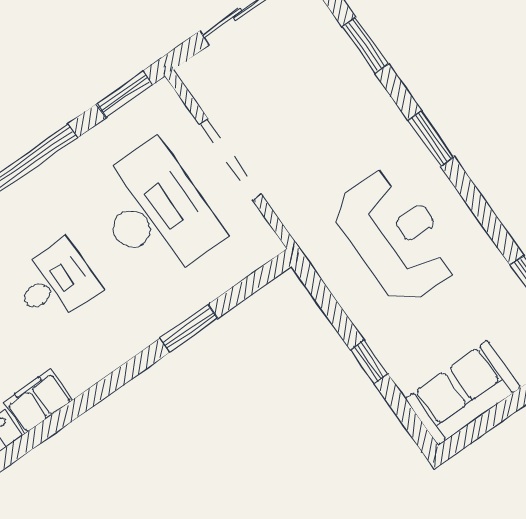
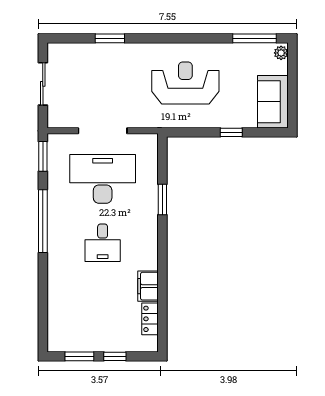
window: (365, 45) -> (110, 38), moved
window: (431, 138) -> (154, 38), removed
desk: (56, 283) -> (103, 243), turned 180

